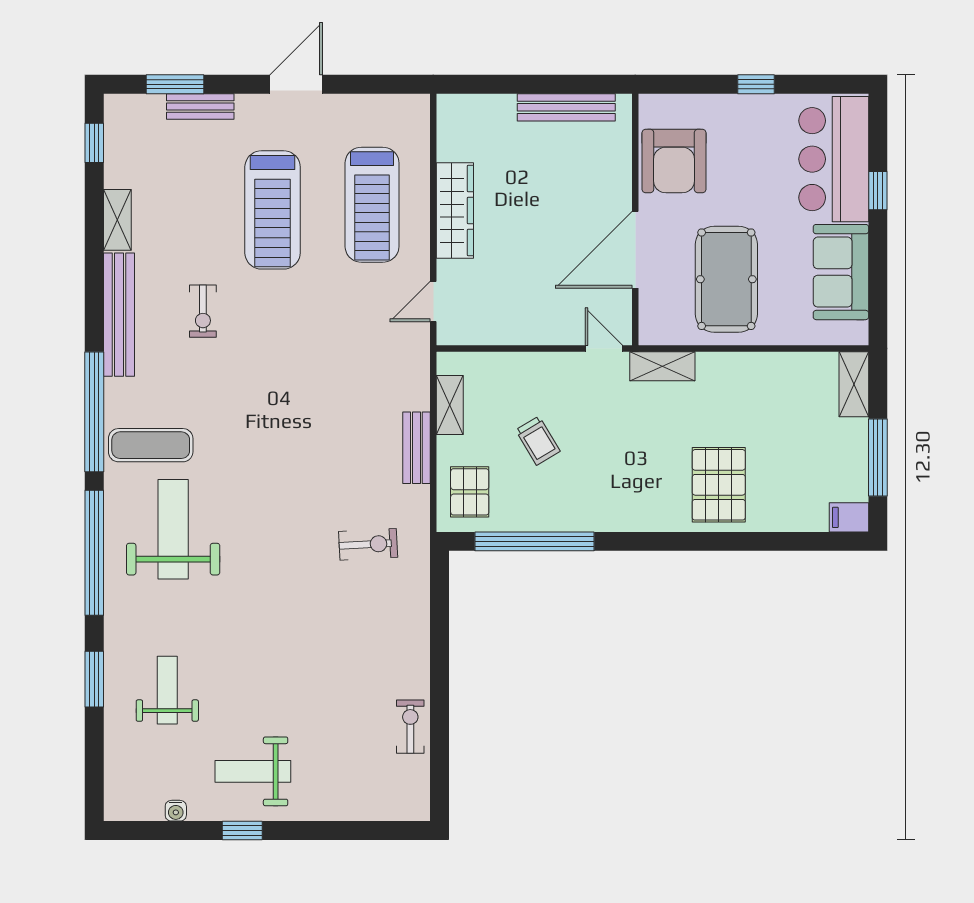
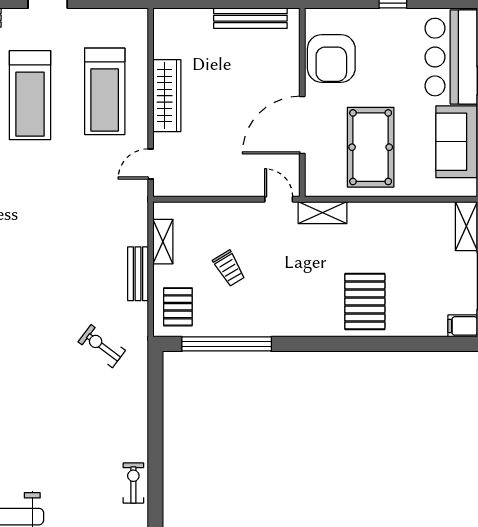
exercise bike: (368, 544) -> (102, 346), turned -140

